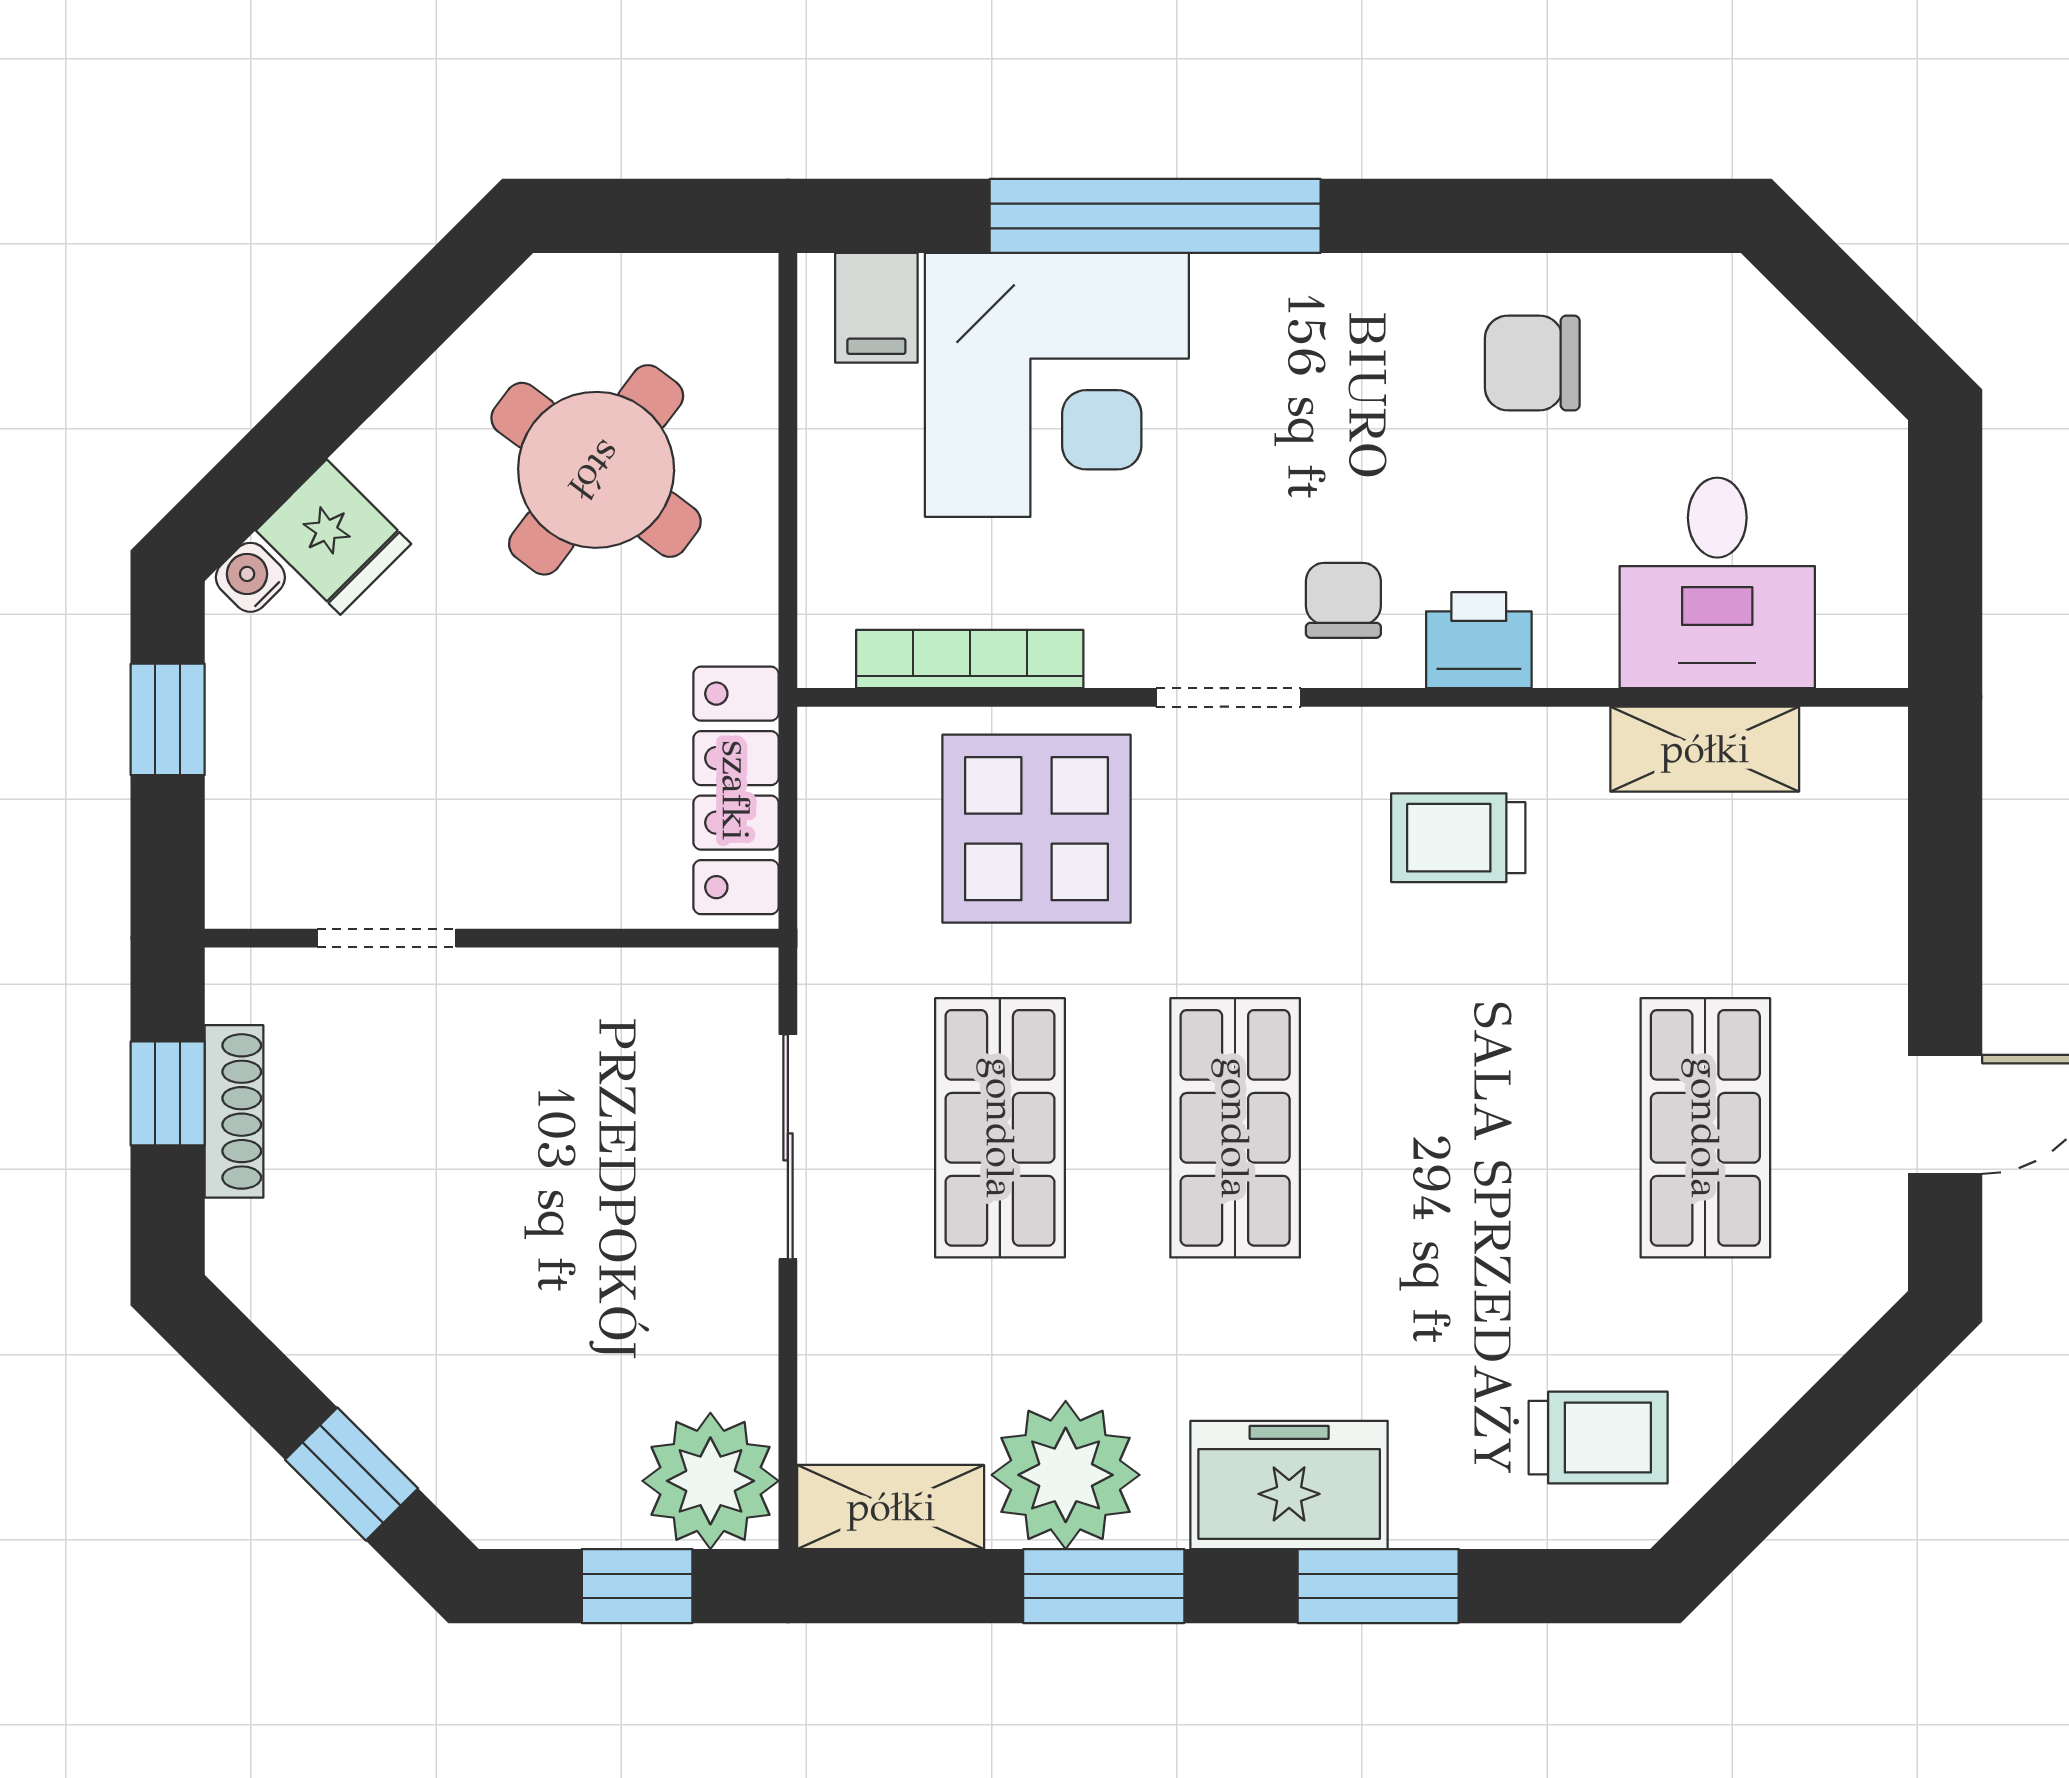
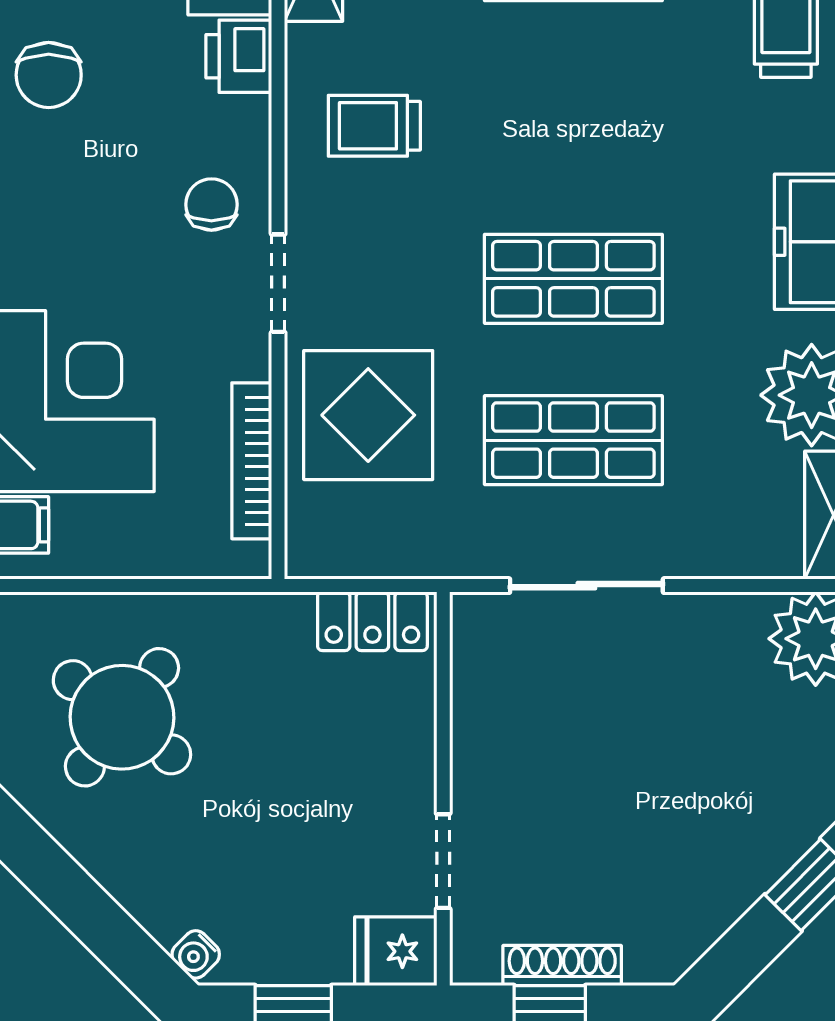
fridge: (333, 537) -> (396, 951), moved, turned -135
chair: (1343, 600) -> (211, 205), turned 90
printer: (1479, 640) -> (239, 56), moved
locker: (736, 790) -> (372, 621), width x0.66
trolley: (1458, 838) -> (374, 126), turned 90

